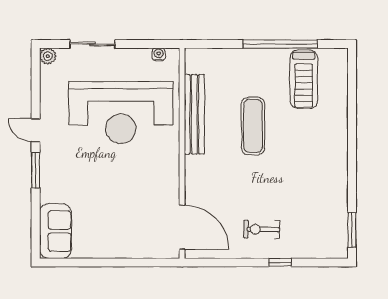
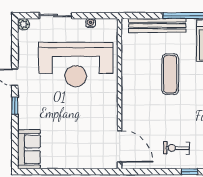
water cooler: (159, 54) -> (91, 23), moved
bench: (194, 114) -> (157, 25), moved, turned 90
window: (36, 170) -> (15, 106), width x0.67

